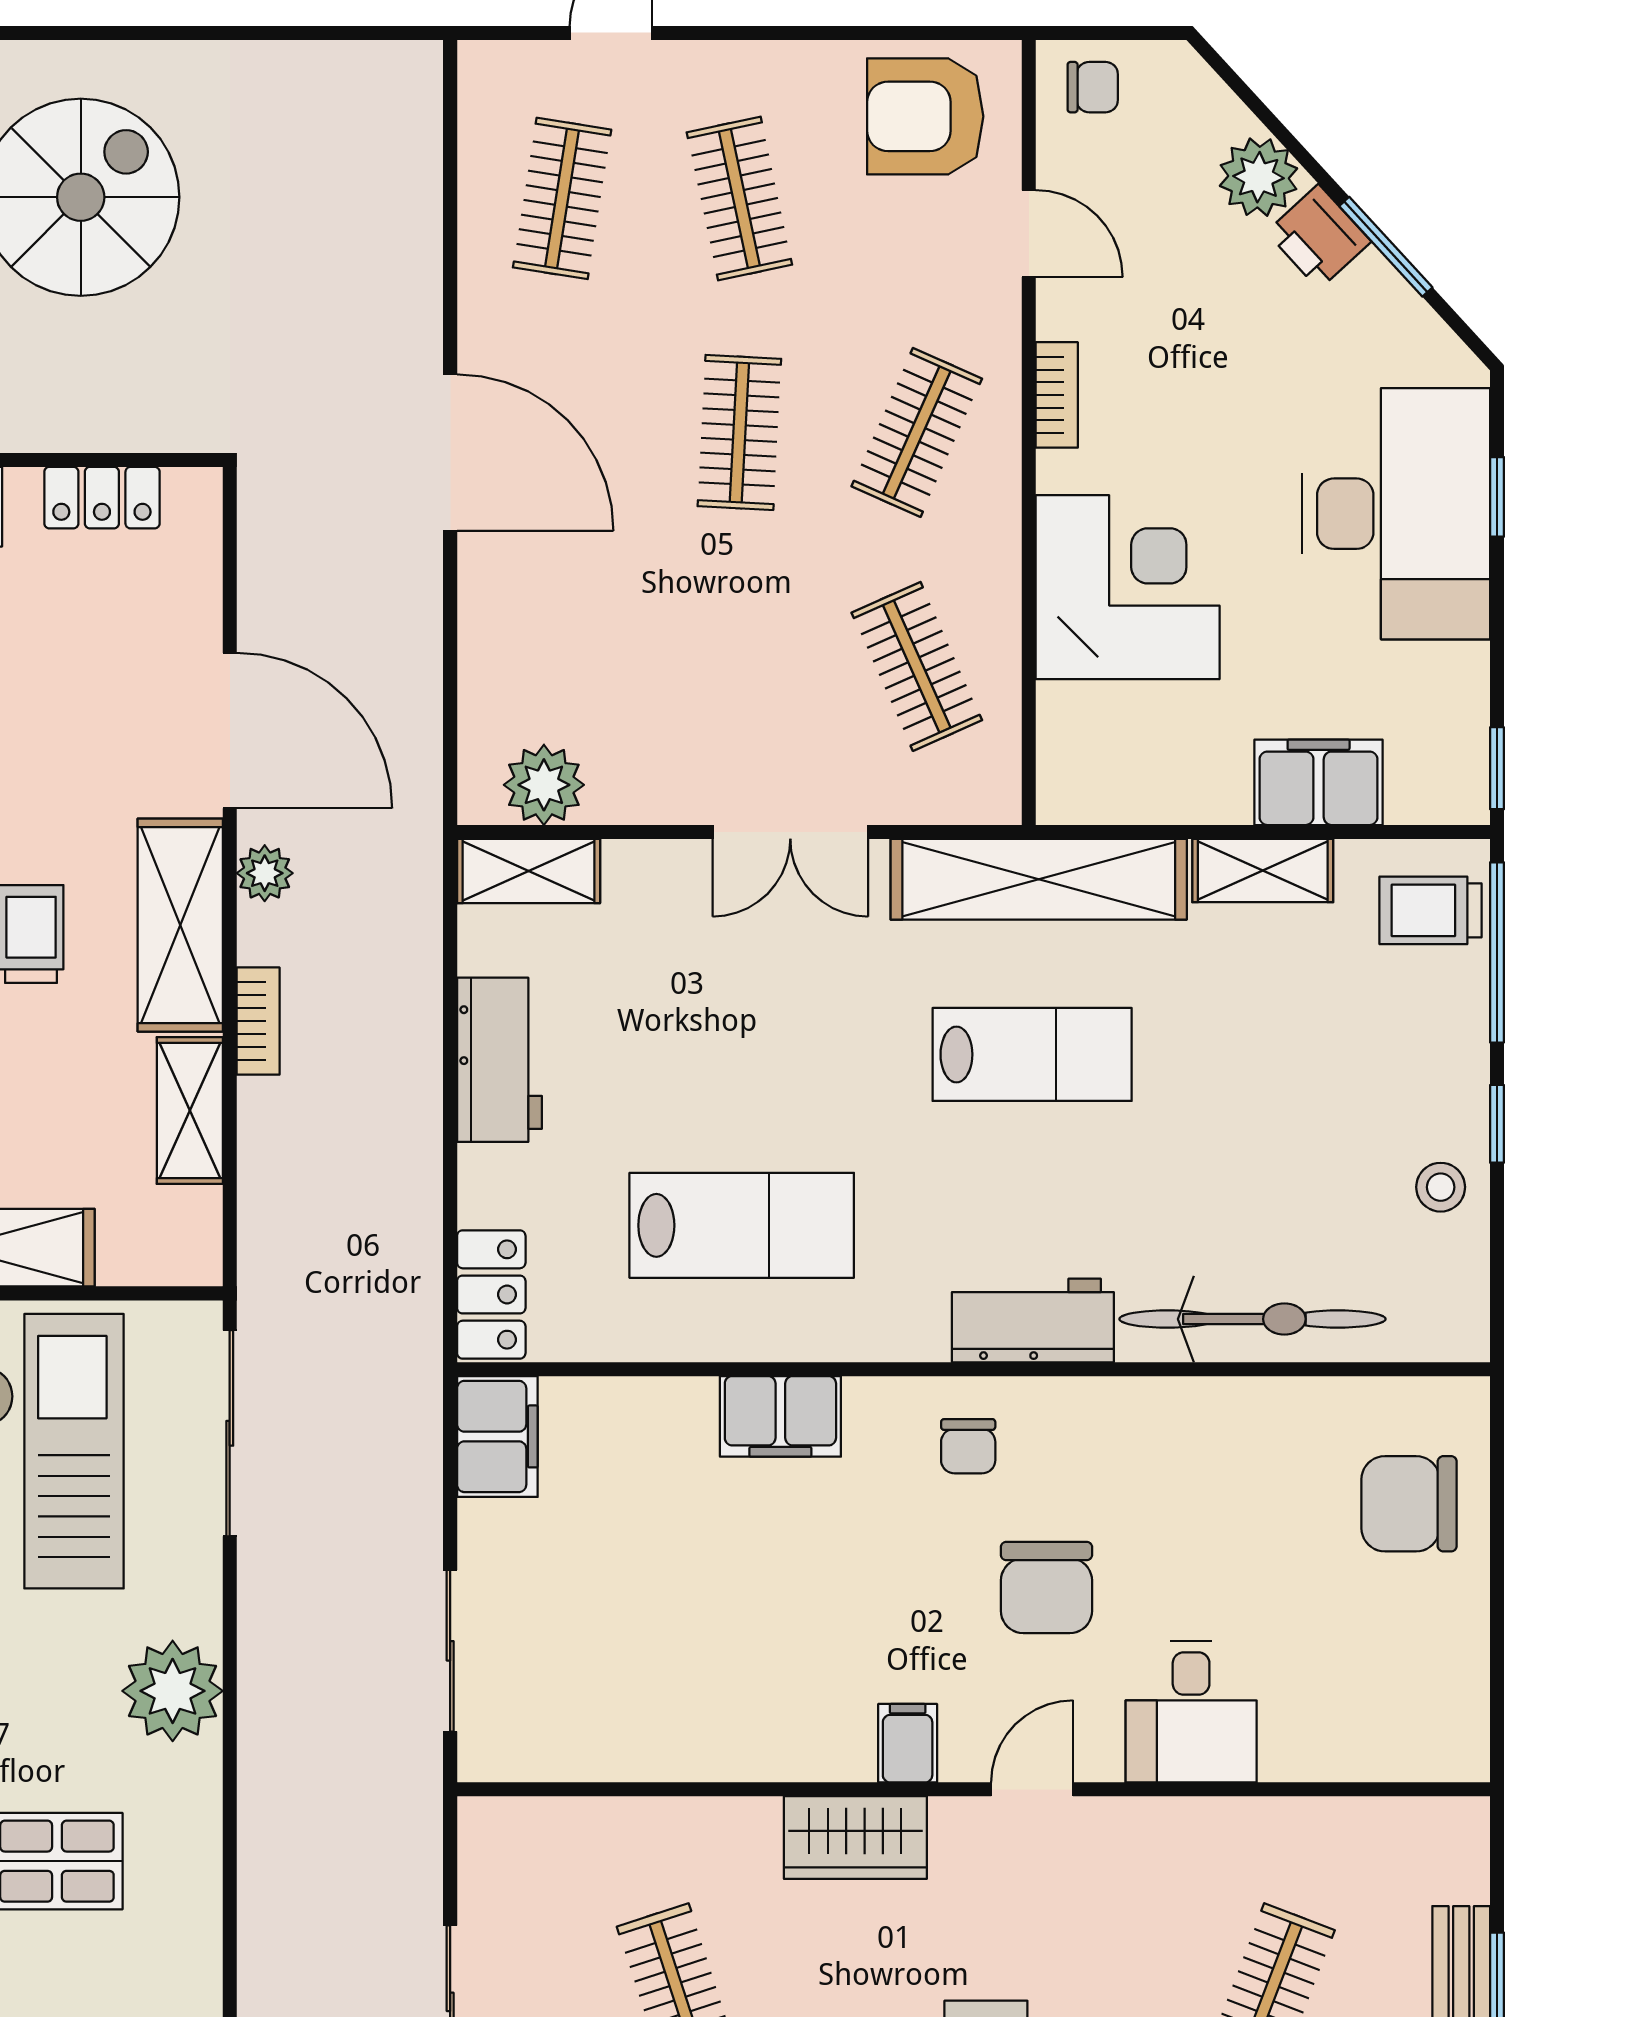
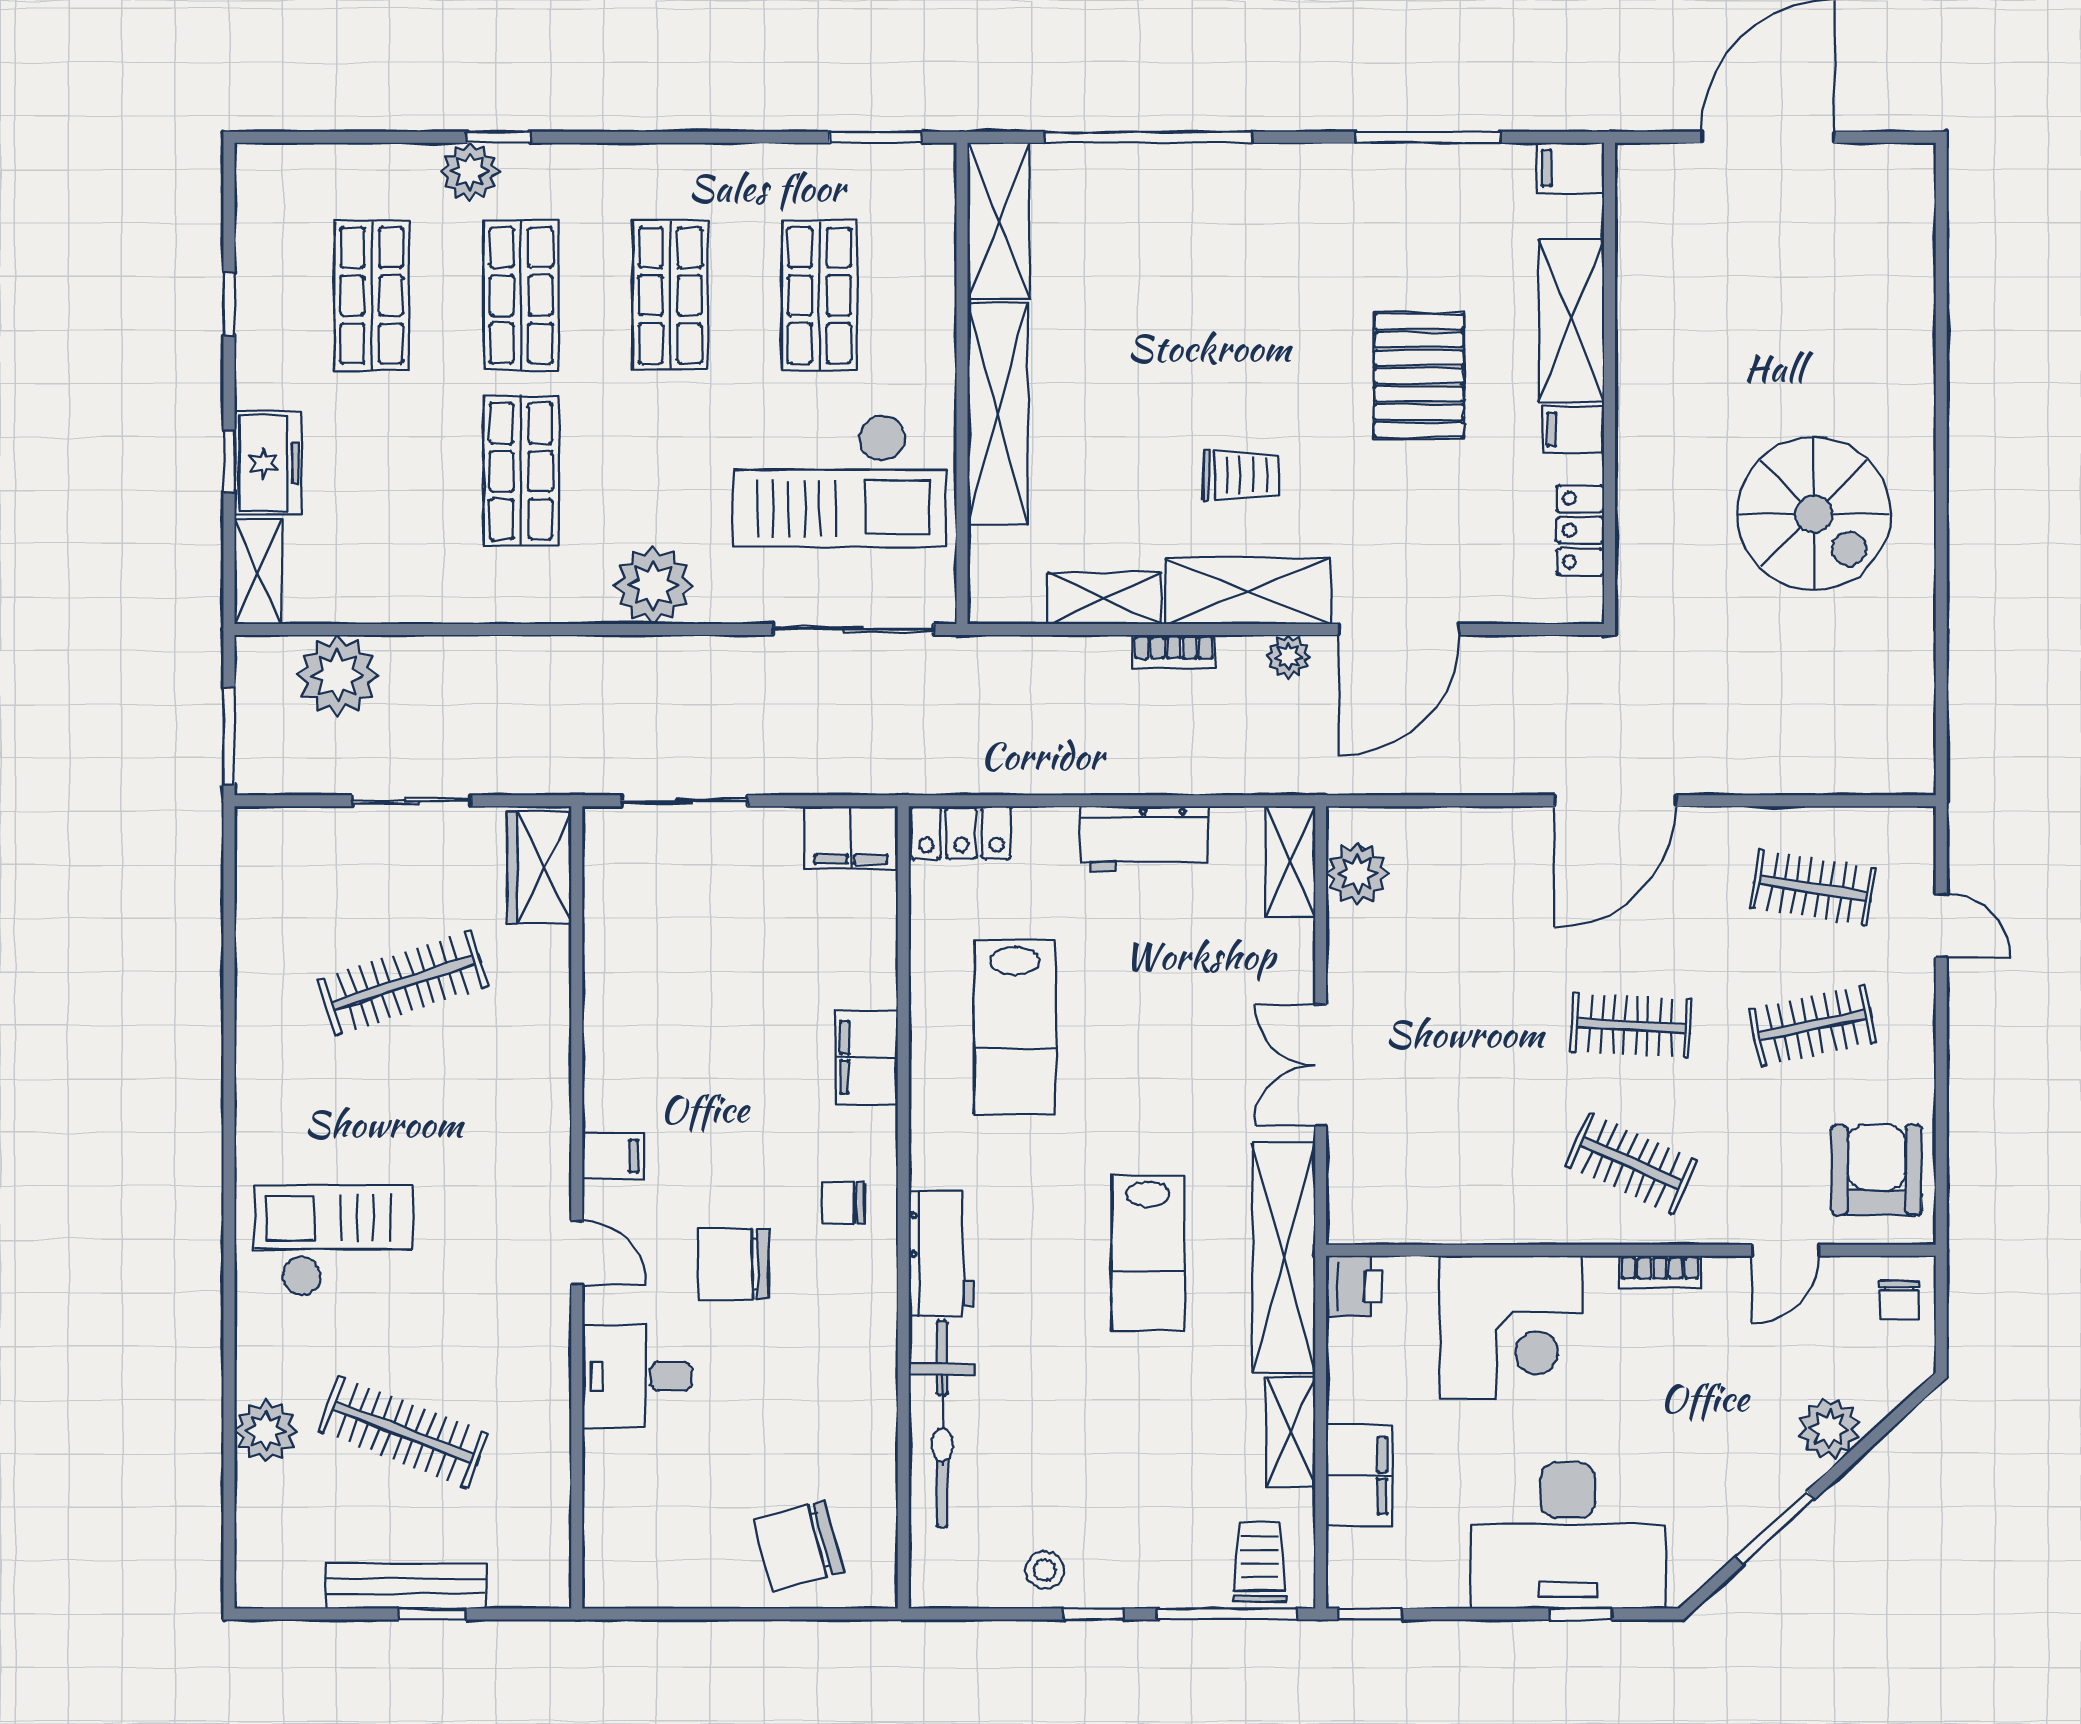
printer: (1319, 237) -> (1354, 1286), moved, turned 133
clothes rail: (917, 666) -> (1449, 1163), removed
chair: (1409, 1504) -> (799, 1546), turned -105
wardrobe: (855, 1838) -> (539, 867), moved

